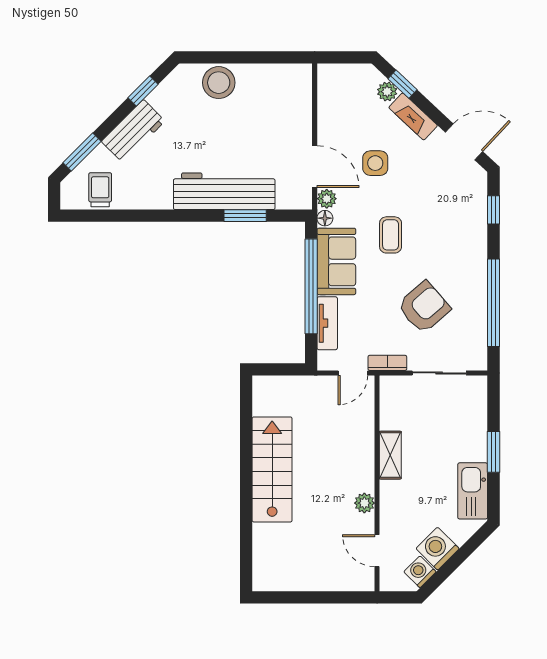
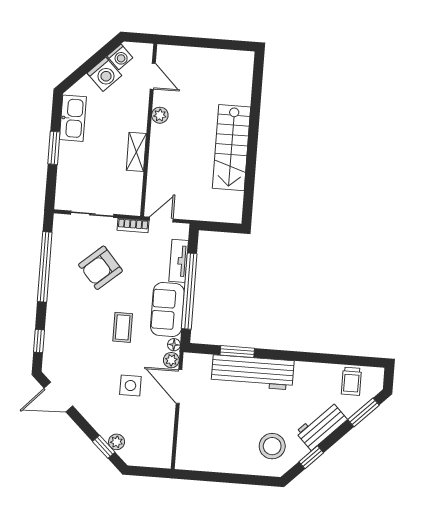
stool: (219, 83) -> (272, 446), moved
fireplace: (413, 117) -> (97, 420), removed

